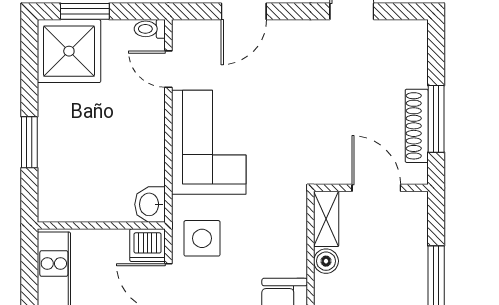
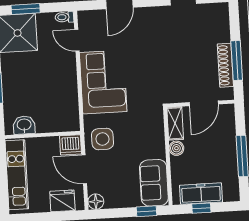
door: (376, 188) -> (204, 103), swing flipped
washbasin: (150, 204) -> (24, 125), moved, turned 90

